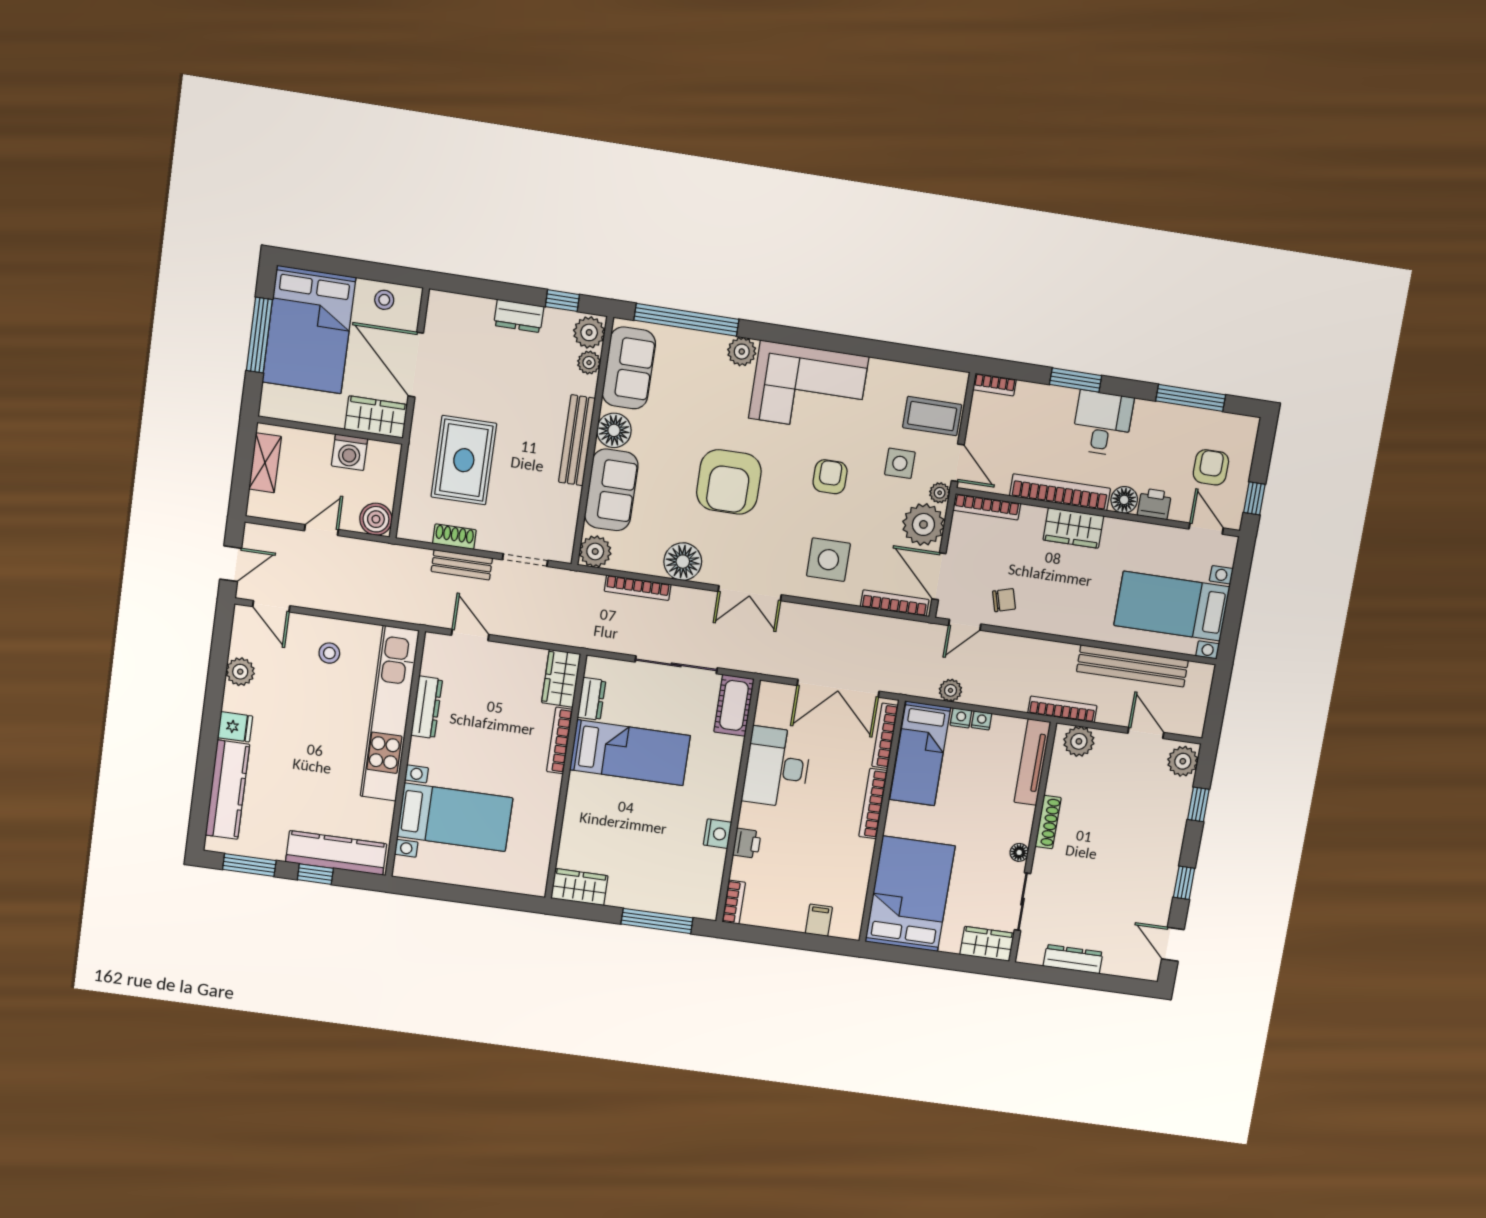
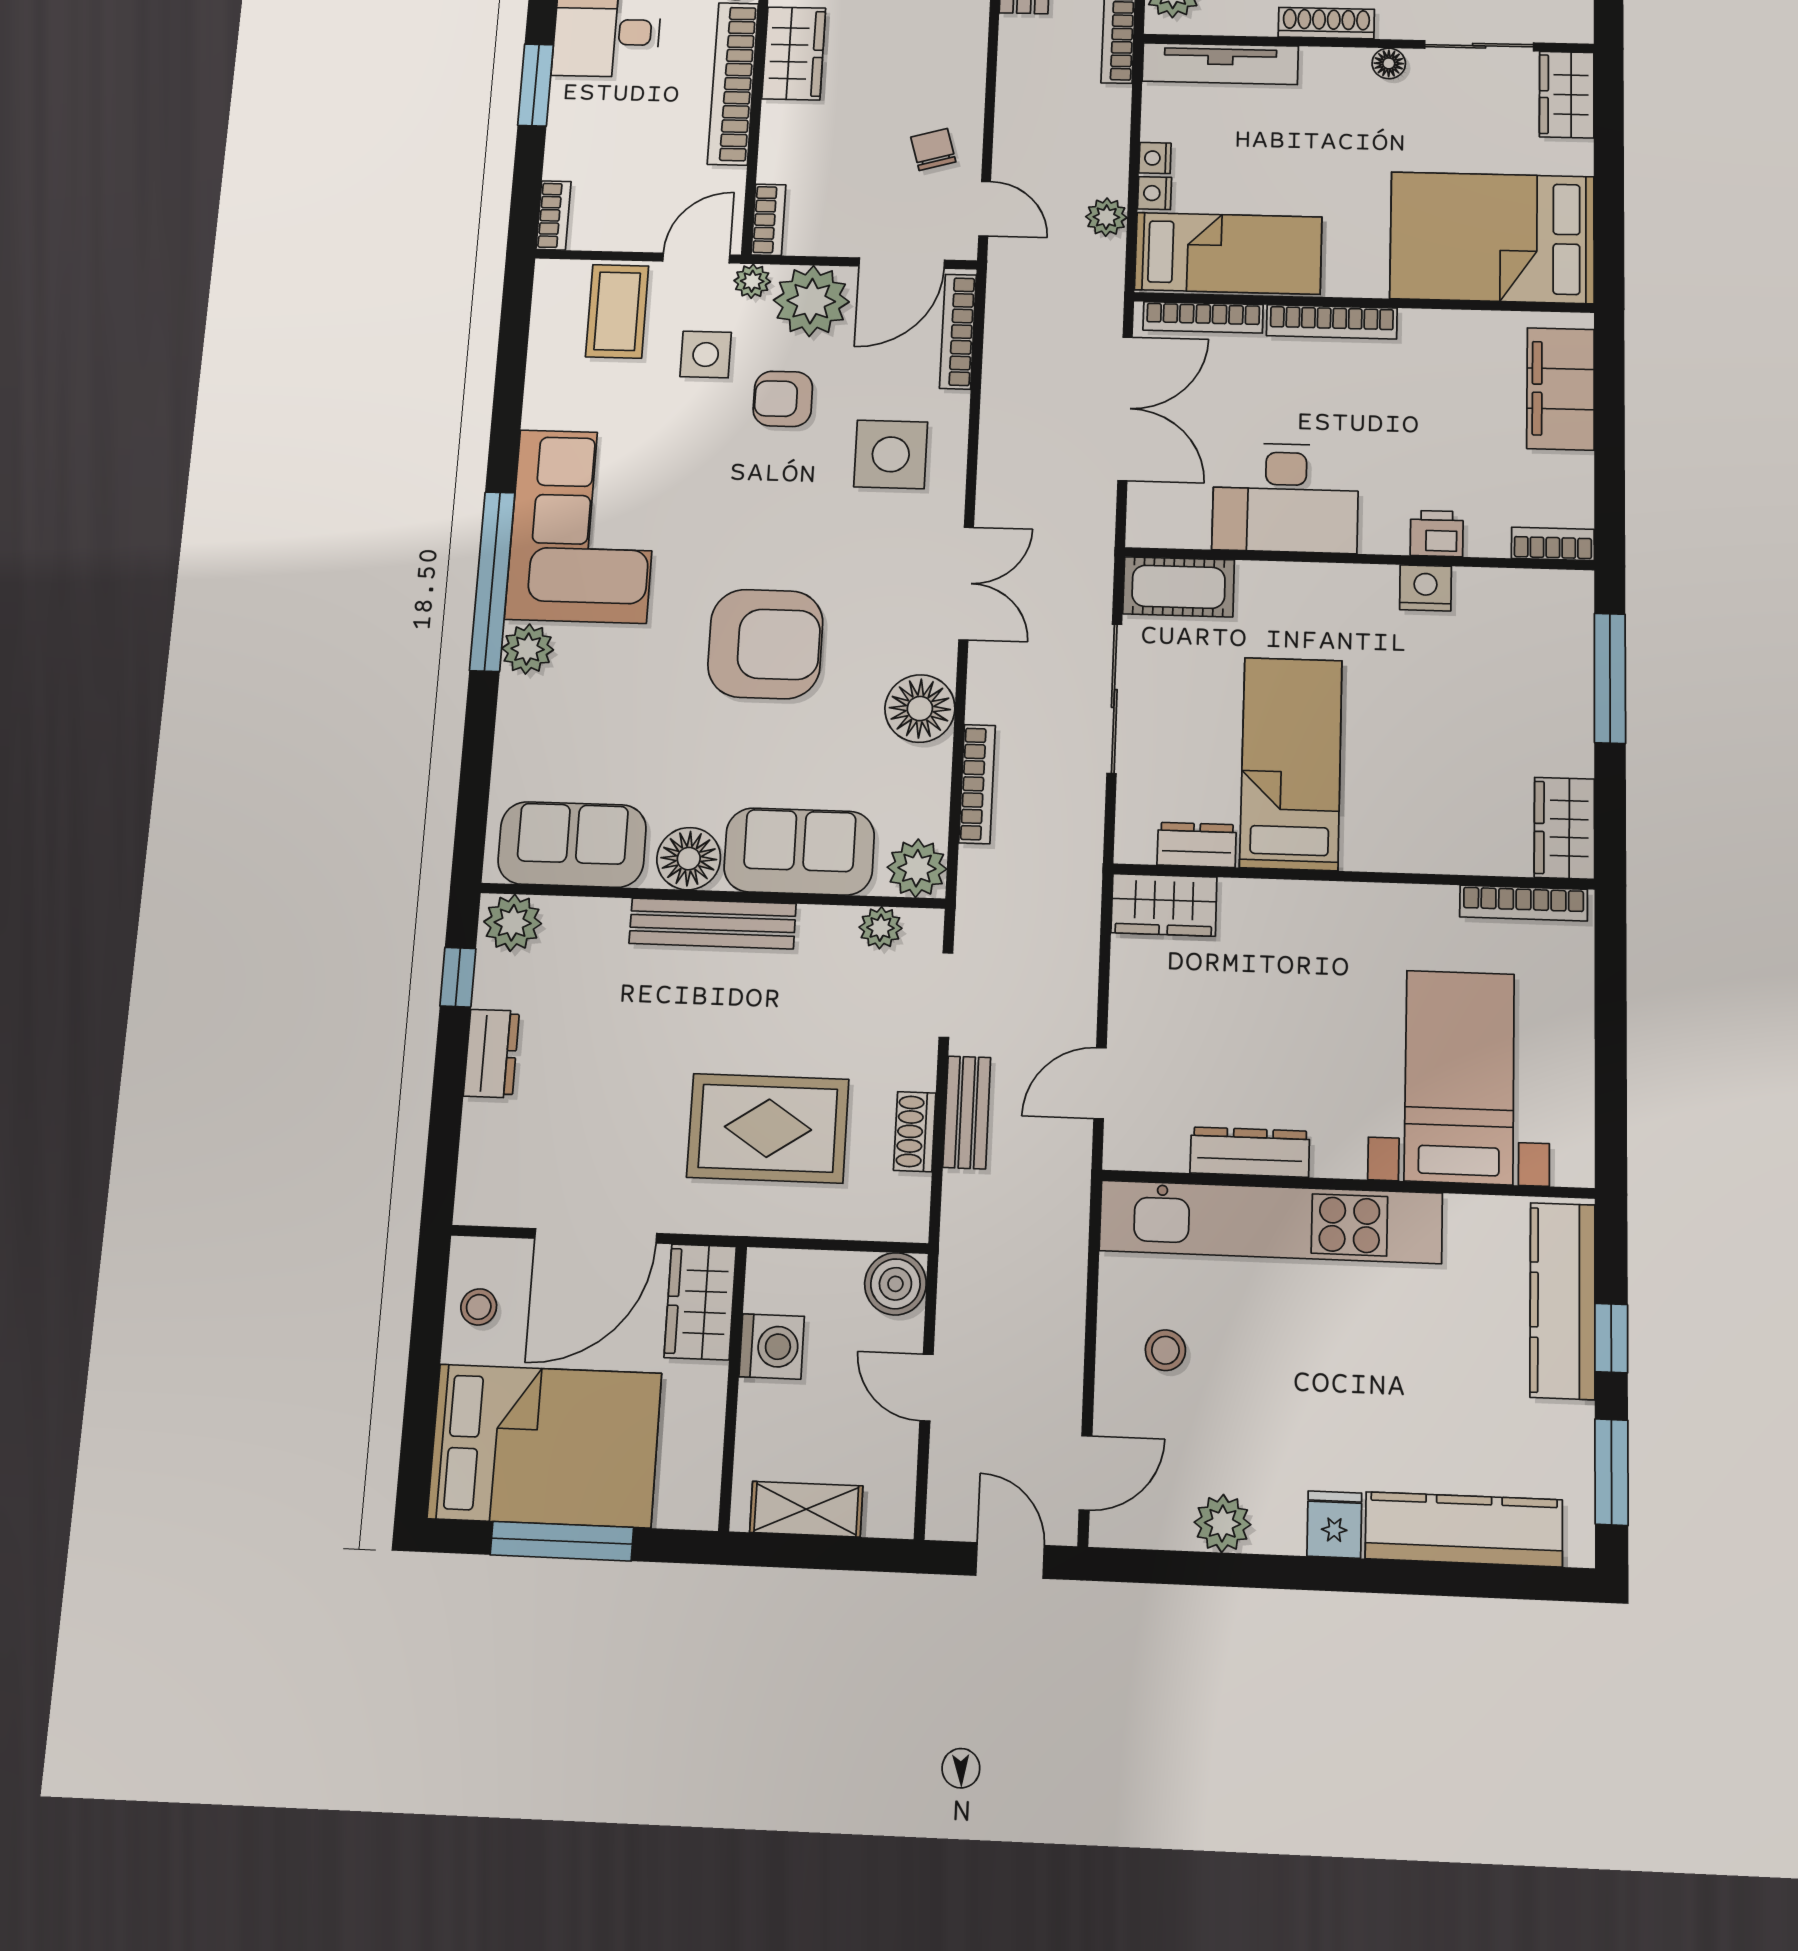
window: (686, 320) -> (492, 581), moved
plant: (589, 363) -> (880, 928), moved
armchair: (830, 477) -> (783, 399), moved
bookcase: (987, 507) -> (769, 220), width x0.64
bookcase: (560, 740) -> (1524, 903), moved
filing cabinet: (819, 920) -> (1561, 389), width x3.00, depth x1.17

